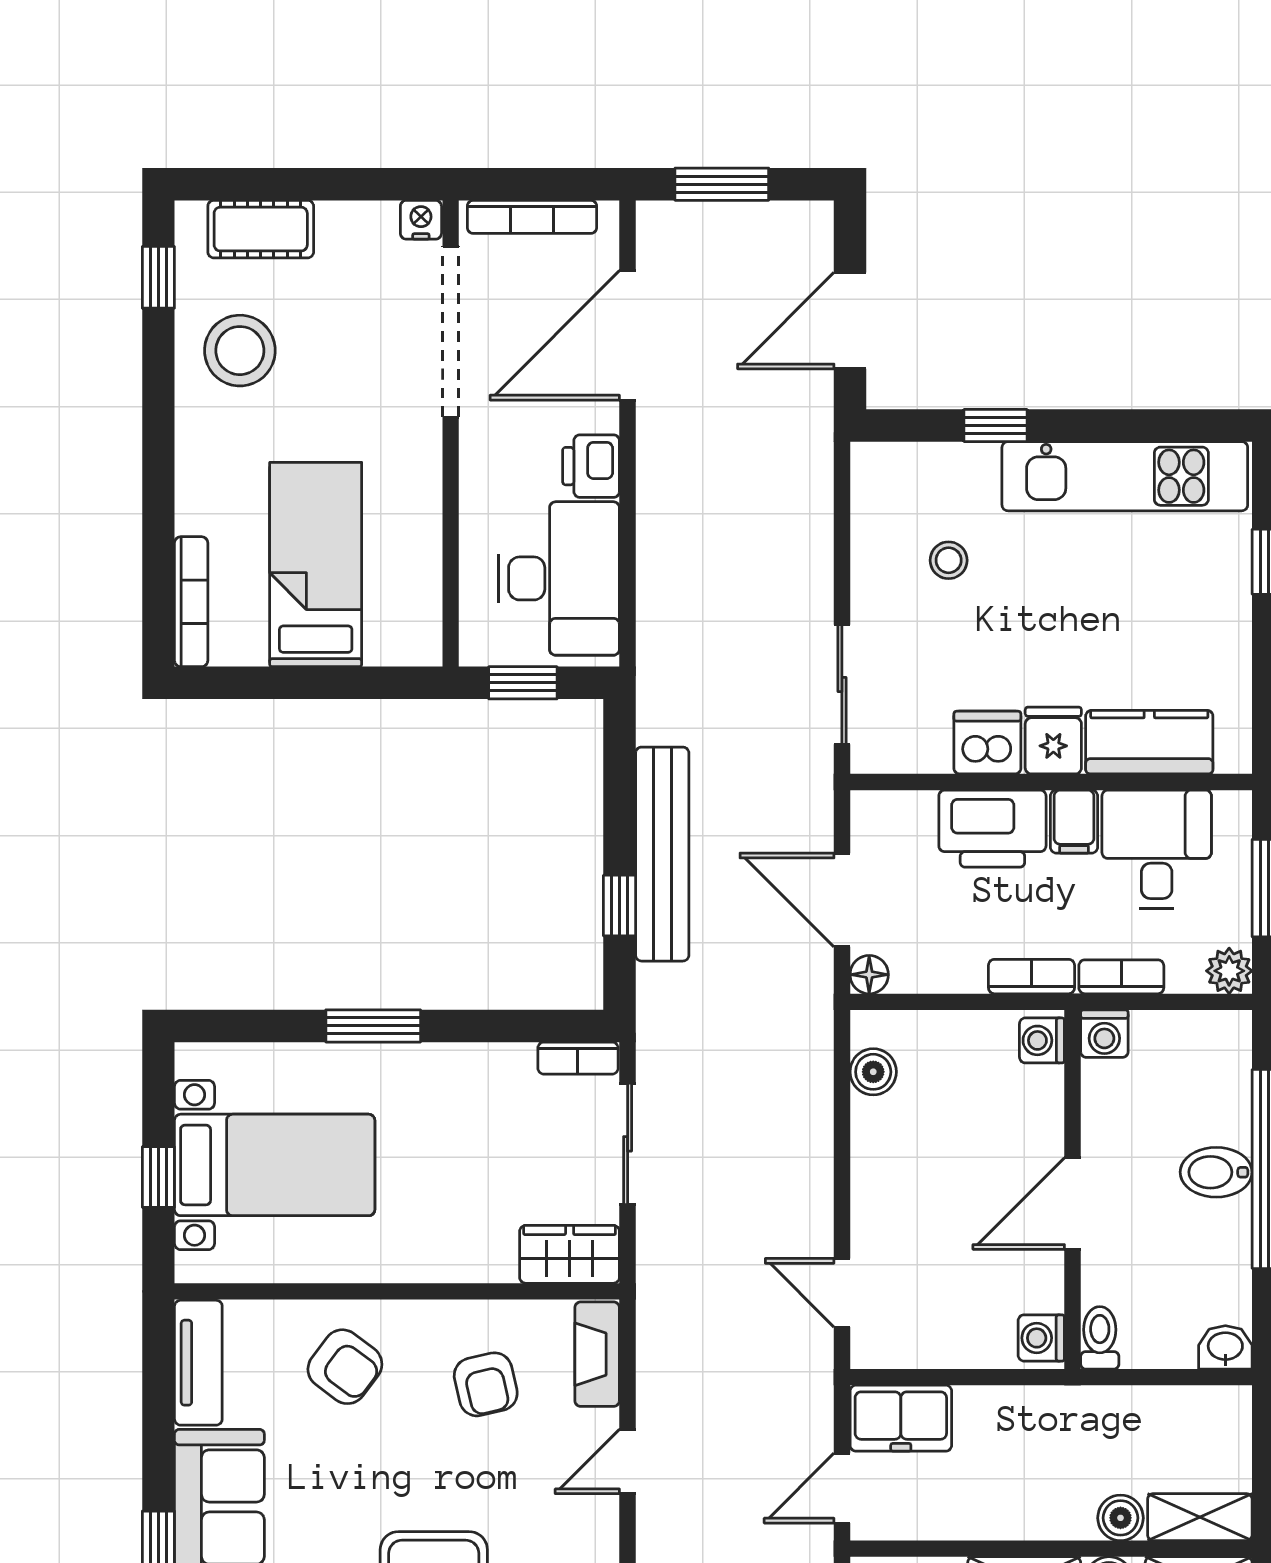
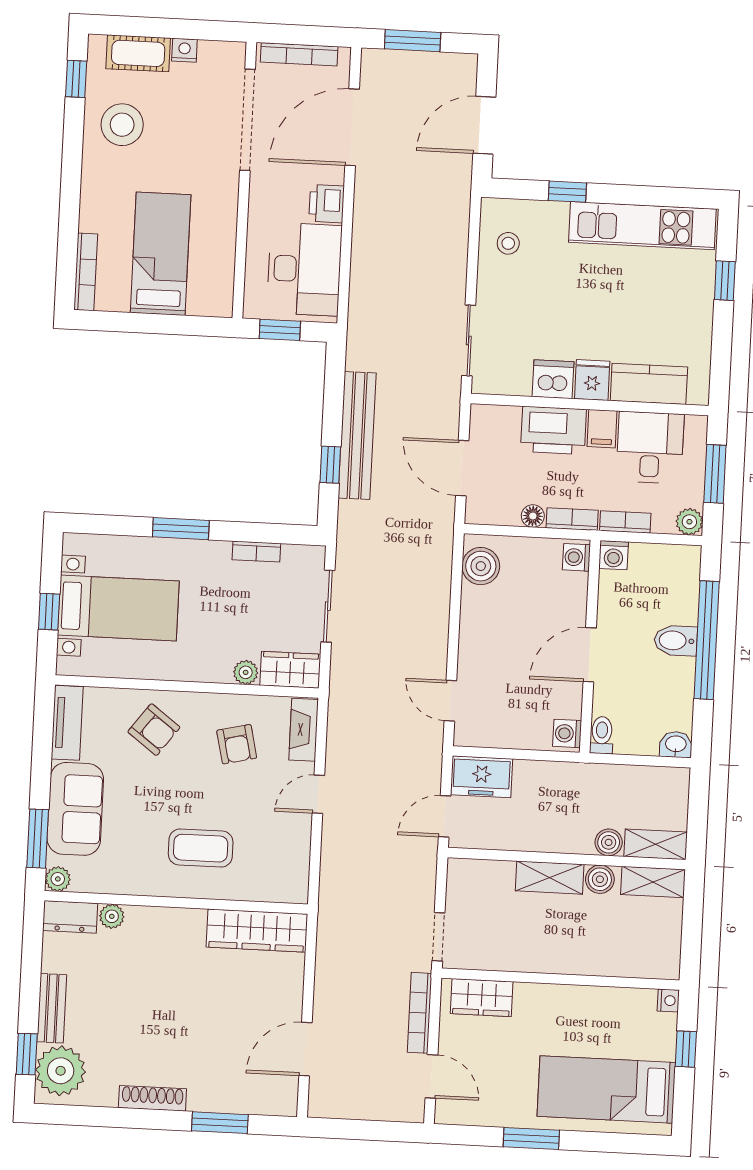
nightstand: (421, 220) -> (184, 50), moved
stool: (949, 560) -> (508, 243), moved
floor lamp: (869, 975) -> (533, 516), moved
bookcase: (578, 1058) -> (256, 552), moved
boiler: (873, 1072) -> (481, 566), width x1.36, depth x1.36
plant: (495, 1263) -> (246, 672), added

